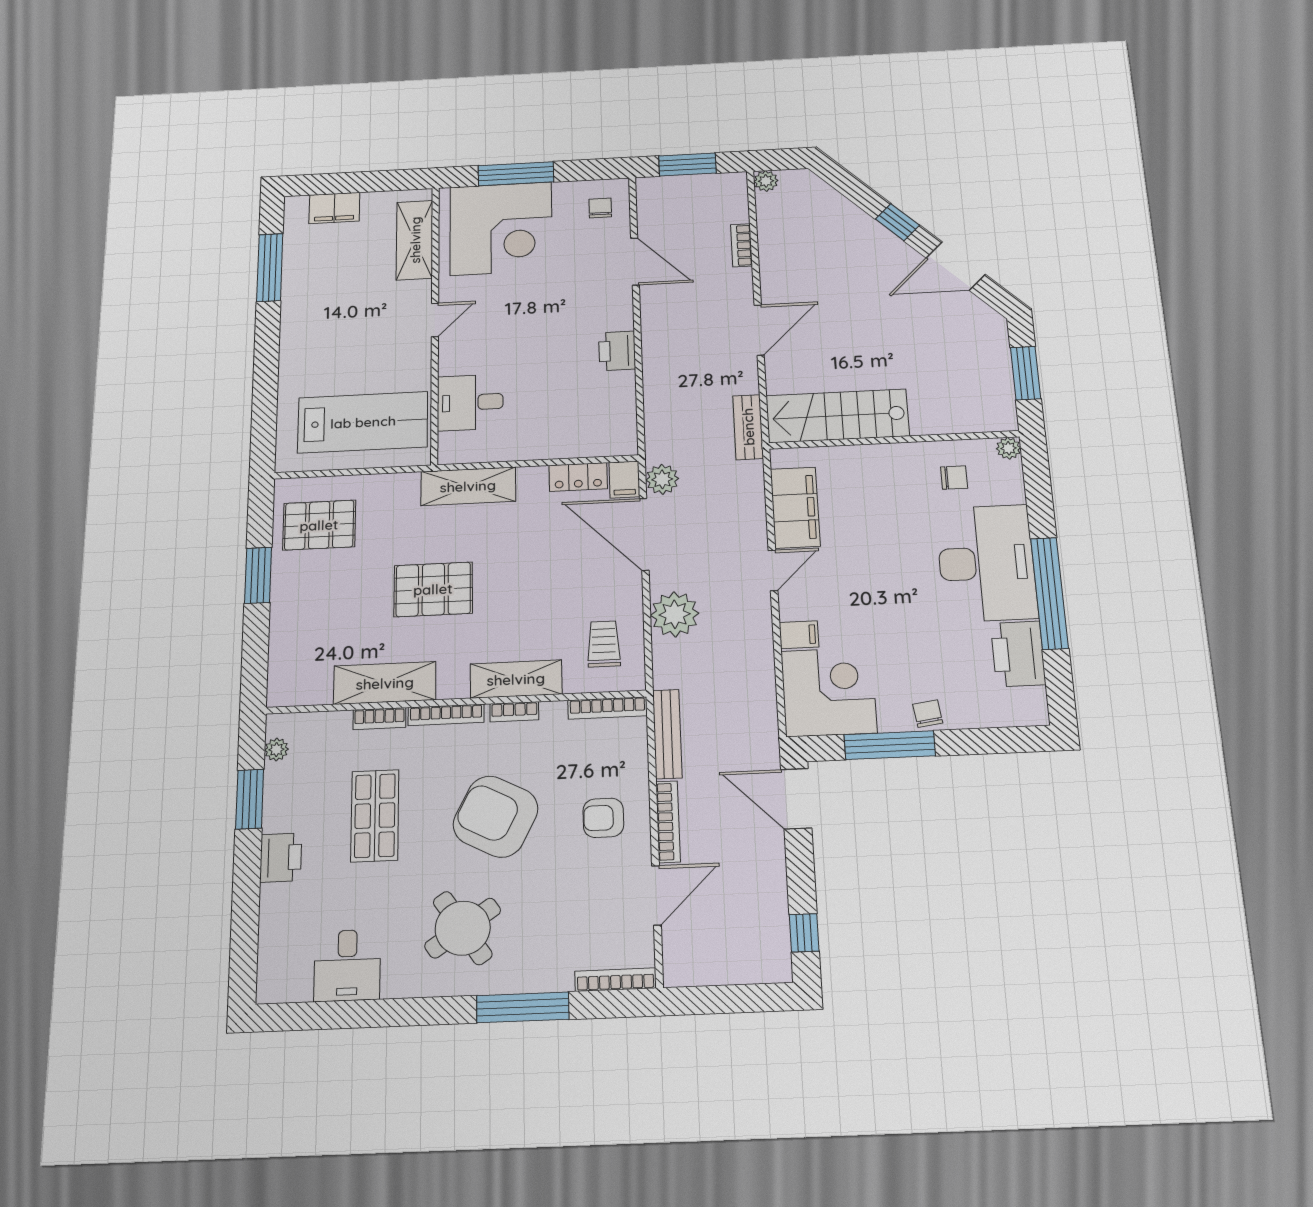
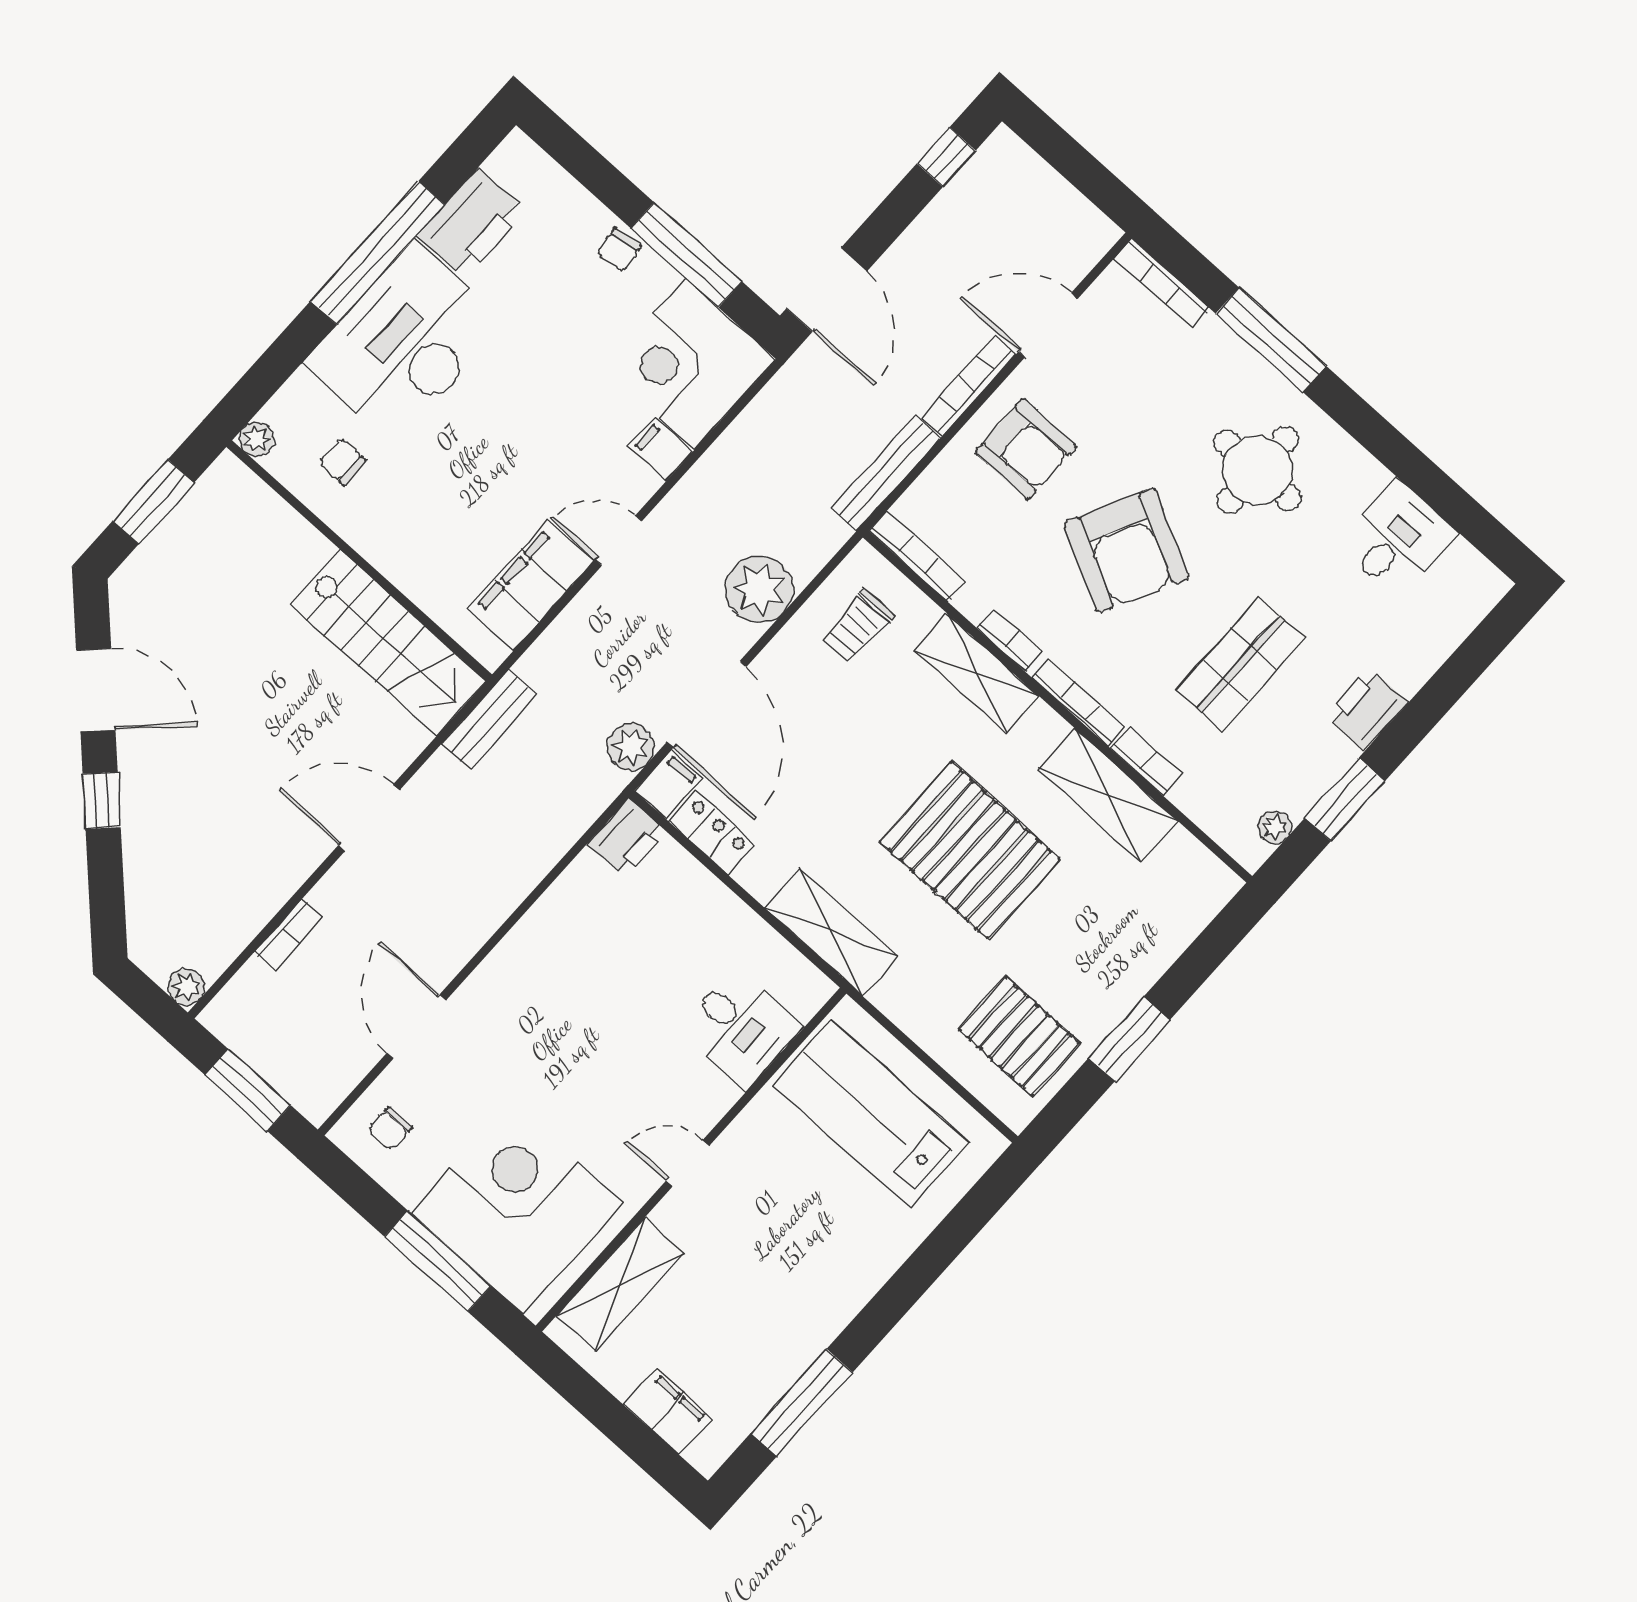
printer: (617, 351) -> (627, 838), moved
pallet: (433, 589) -> (970, 850), width x1.37, depth x1.41
armchair: (603, 818) -> (1026, 449), width x1.38, depth x1.38
round table: (463, 928) -> (1257, 470), turned 34

